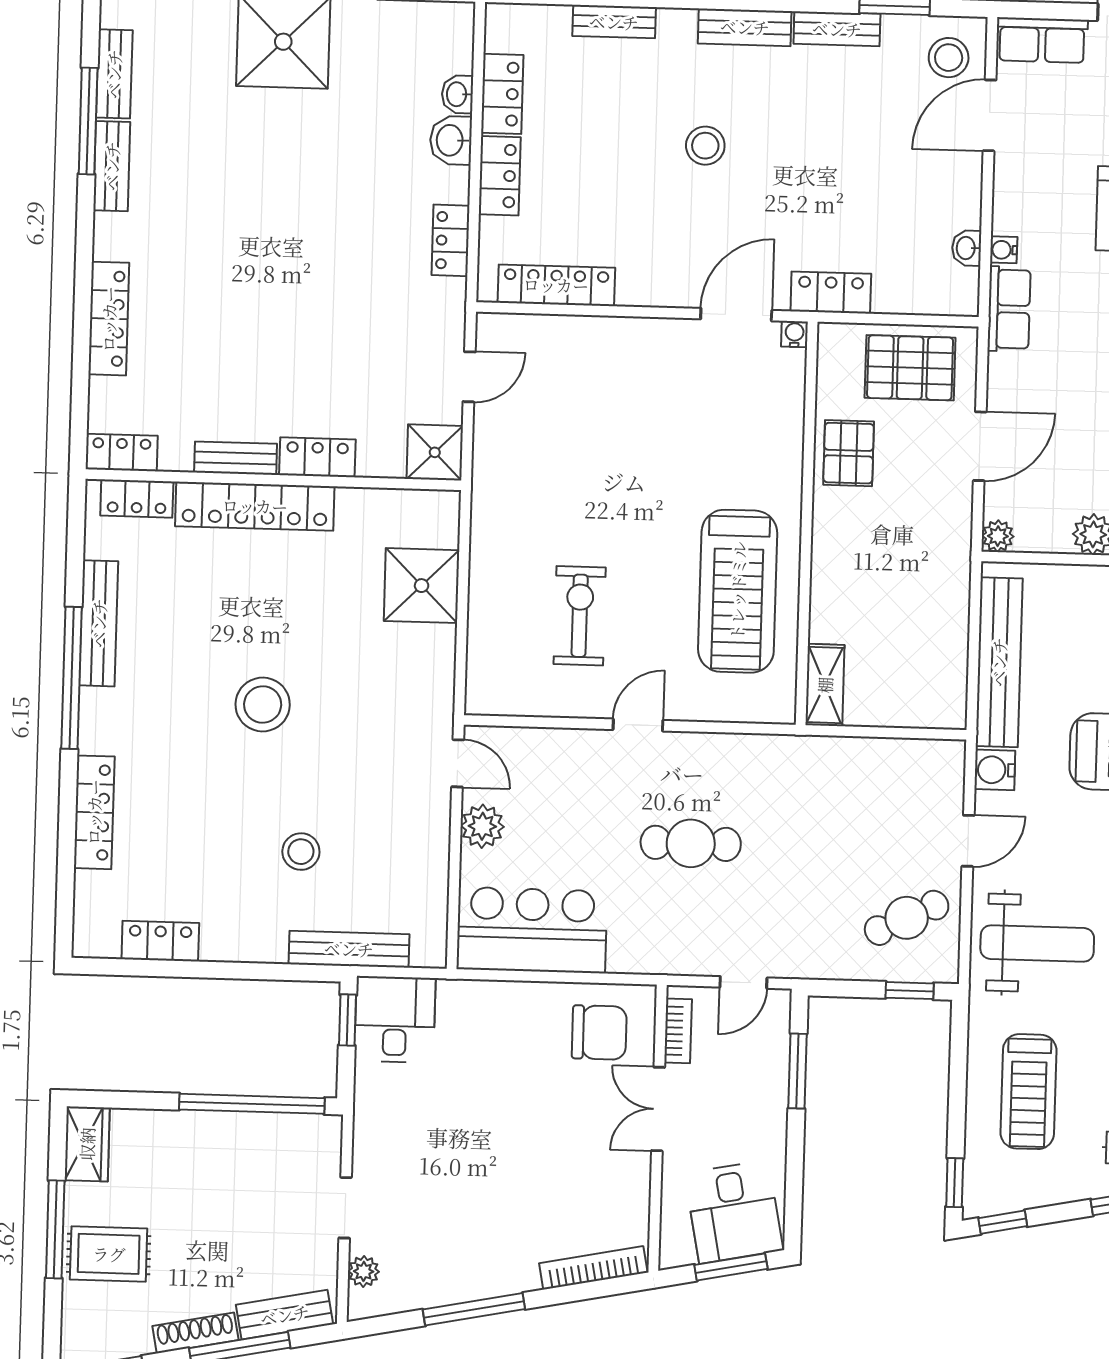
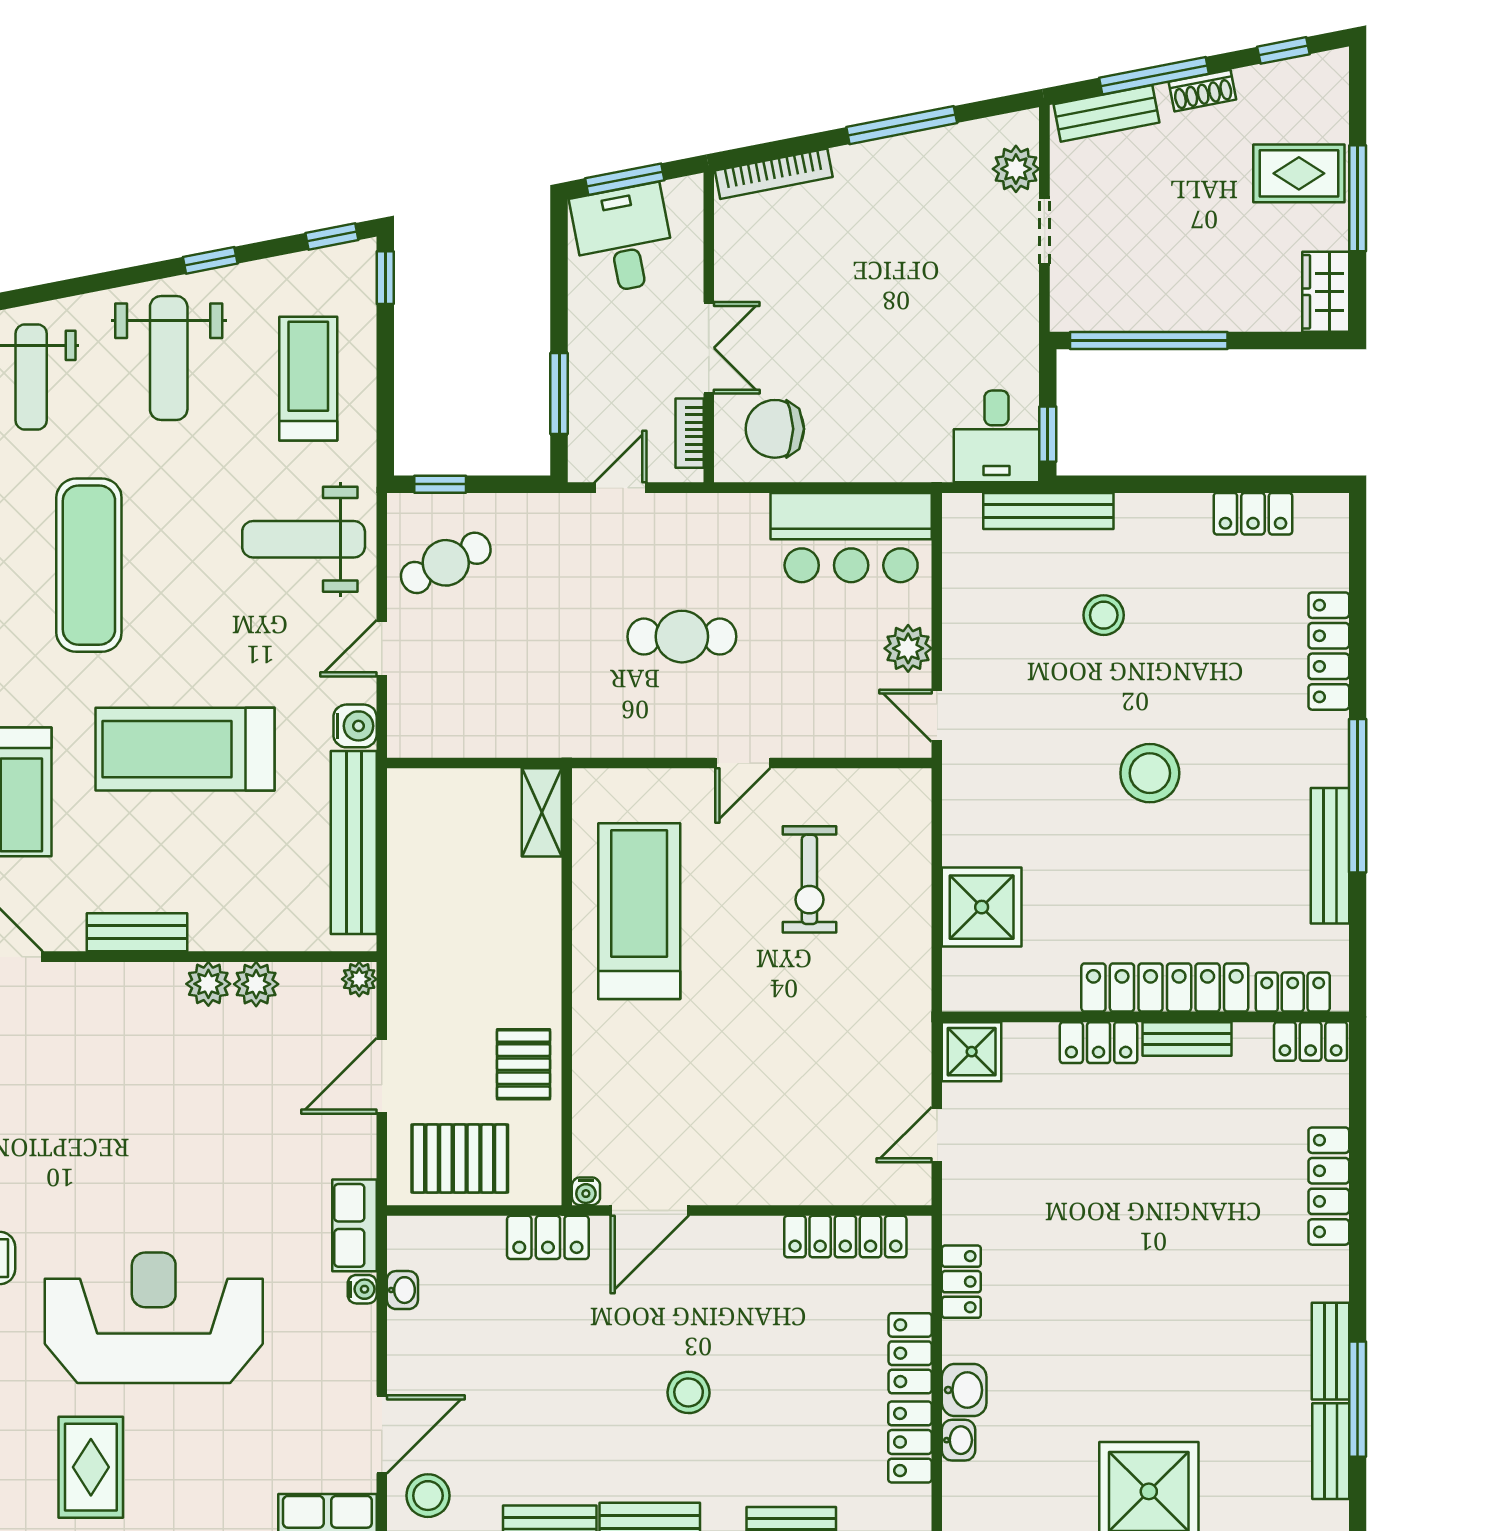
plant: (364, 1271) -> (1016, 169), width x1.38, depth x1.38
shoe rack: (195, 1333) -> (1202, 91), width x0.70

